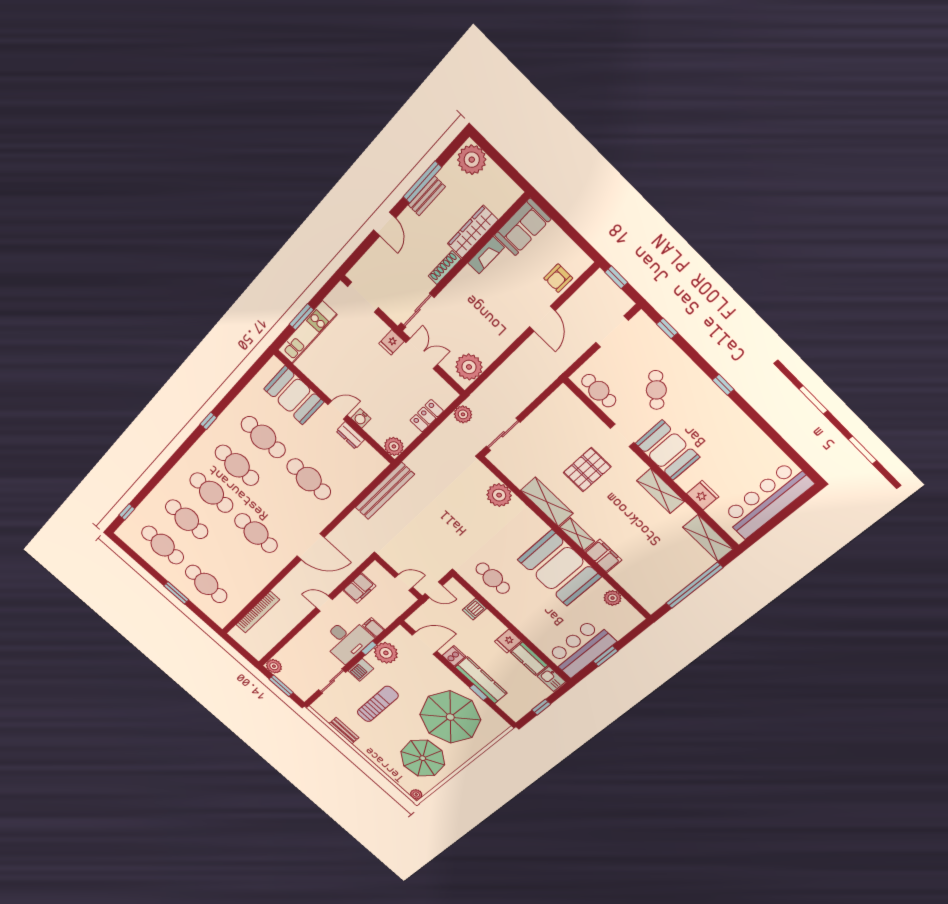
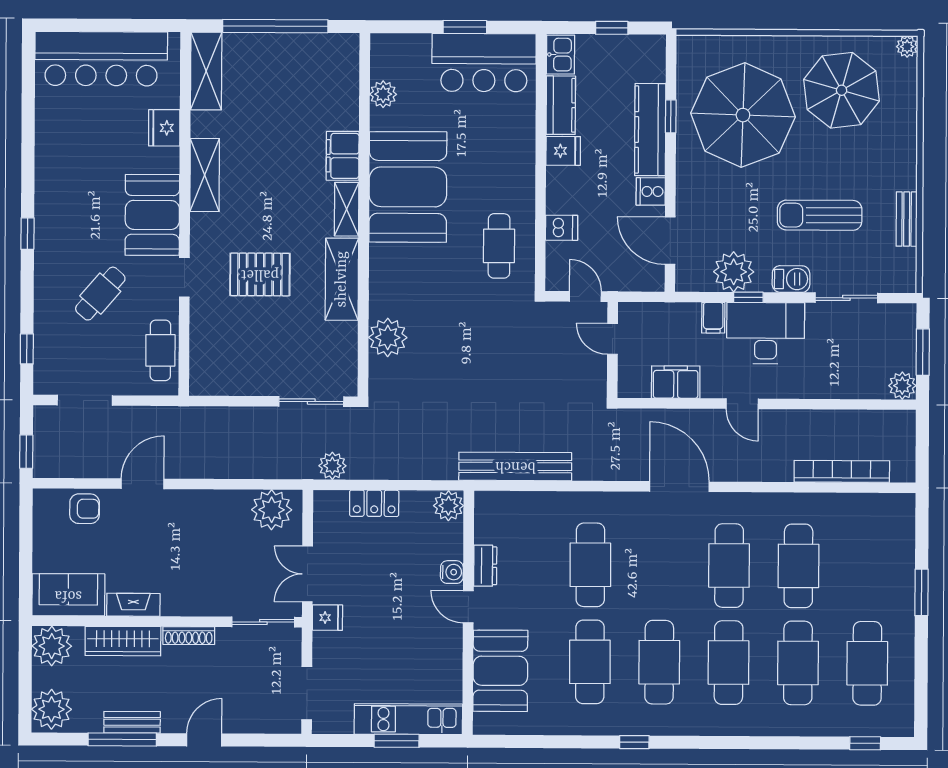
plant: (504, 192) -> (52, 646), added
cafe table: (206, 584) -> (798, 566), moved

